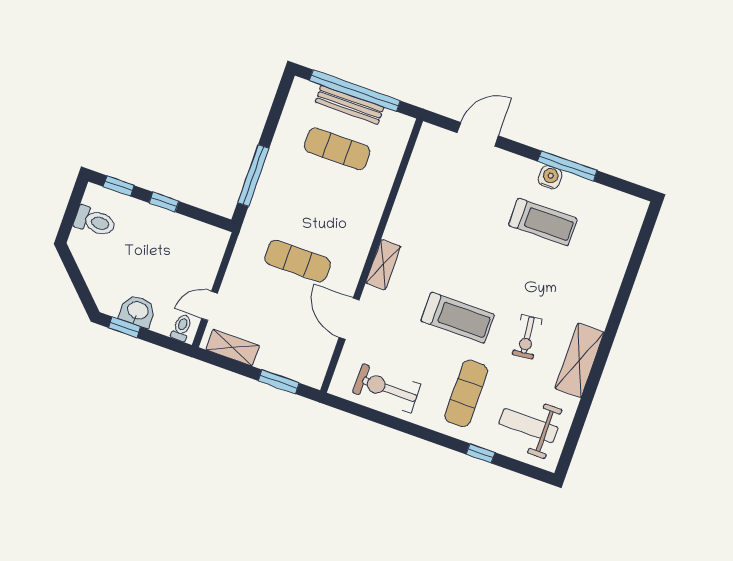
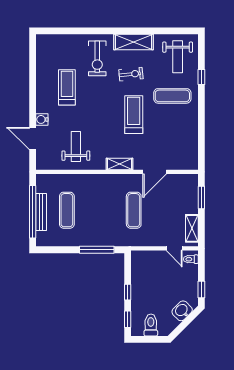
window: (567, 166) -> (33, 85), removed
water cooler: (550, 177) -> (42, 119), moved
weight bench: (439, 202) -> (76, 147), added
washbasin: (138, 311) -> (182, 311), moved, turned 45
exercise bike: (387, 388) -> (97, 58), moved

